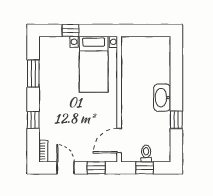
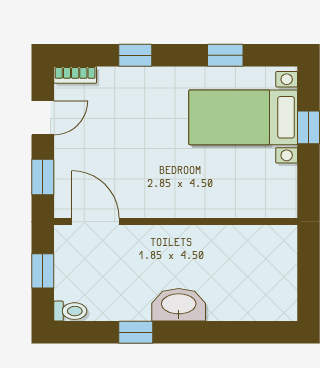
bed with nightstands: (94, 64) -> (243, 117), moved
window: (33, 74) -> (225, 55), width x0.67
toilet: (146, 154) -> (70, 311), moved

